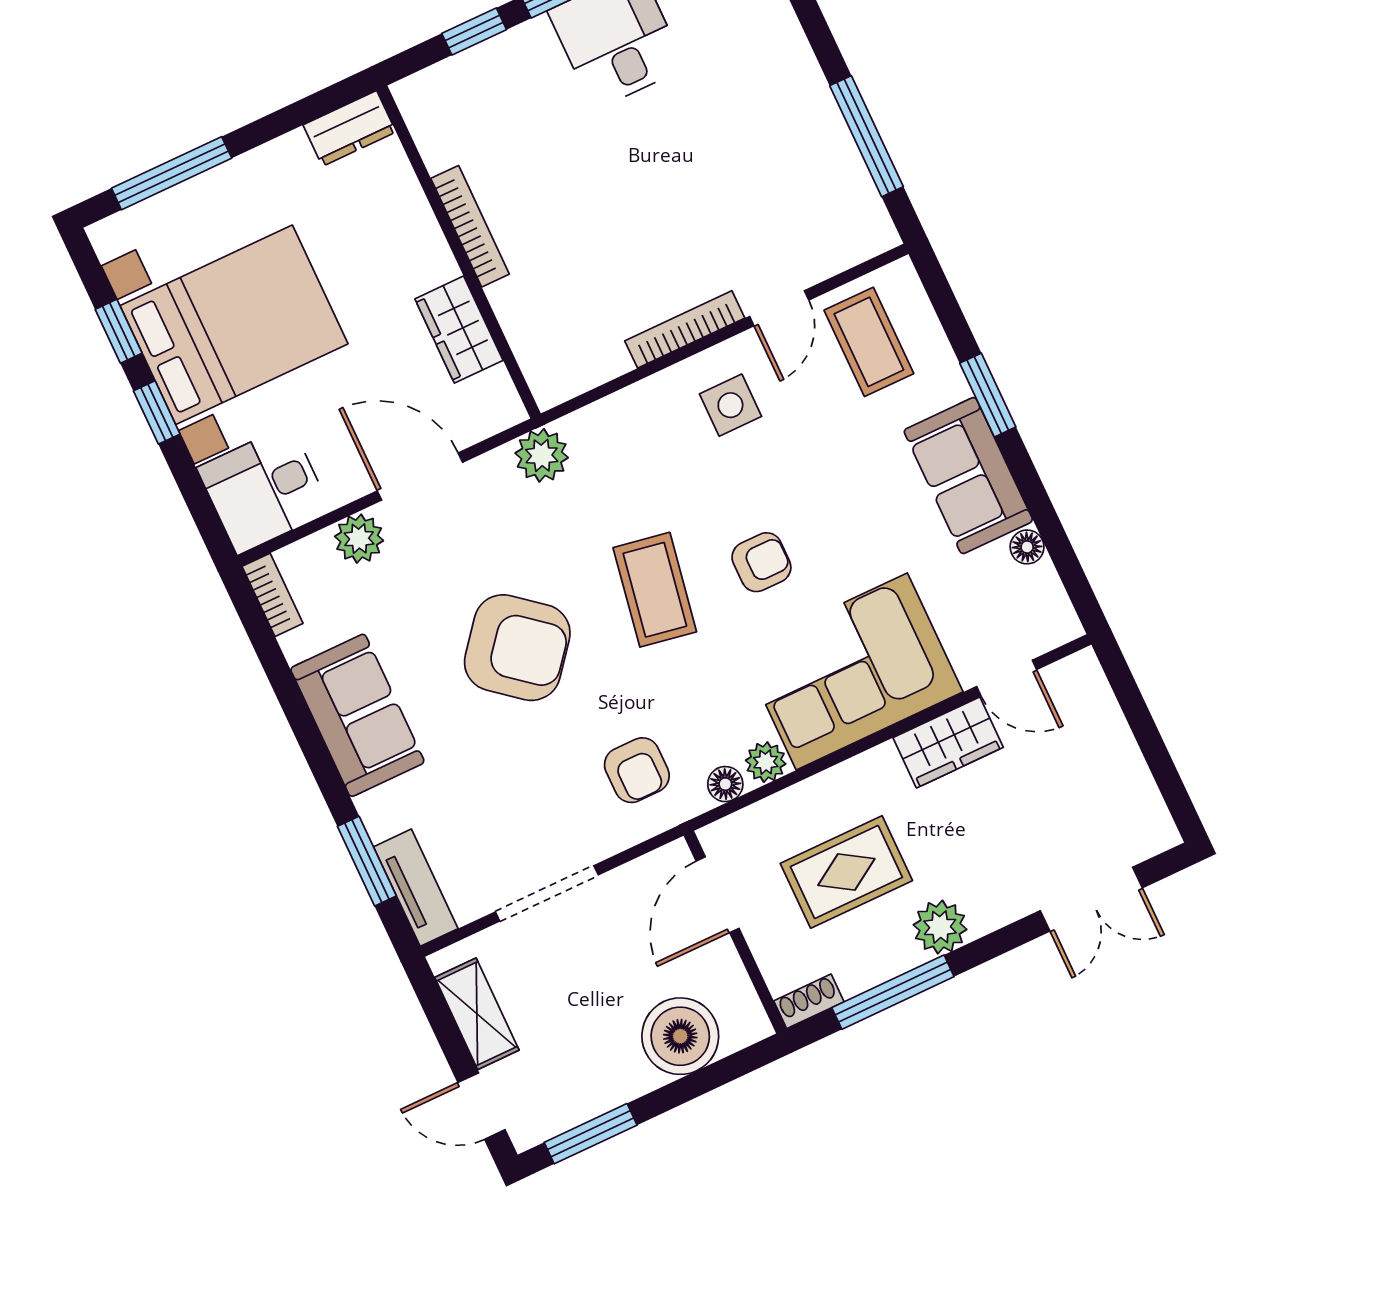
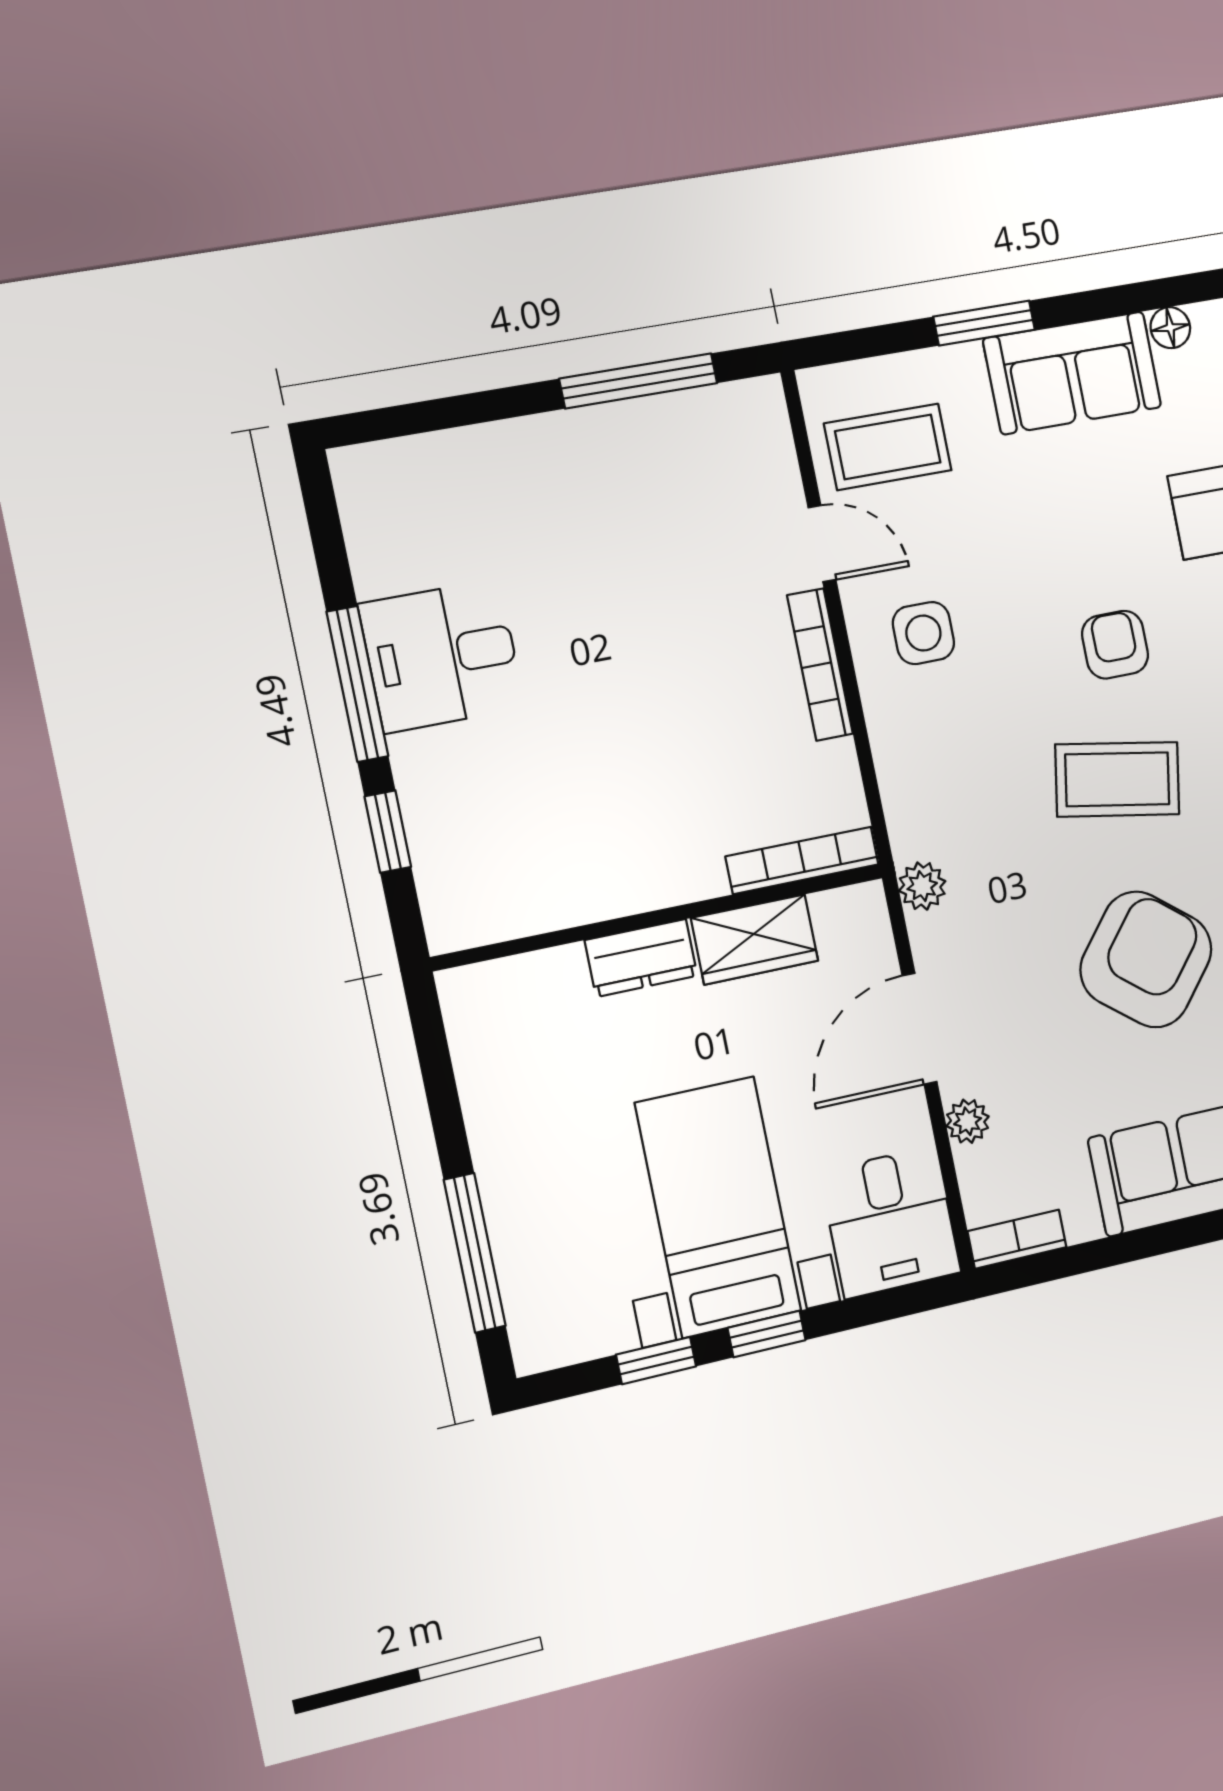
dresser: (350, 128) -> (641, 958), moved, turned 90
bookcase: (470, 226) -> (802, 860), moved
bed with nightstands: (234, 325) -> (718, 1207), width x0.73
plant: (542, 455) -> (922, 886), width x0.73, depth x0.73
plant: (359, 539) -> (968, 1121), width x0.73, depth x0.73

